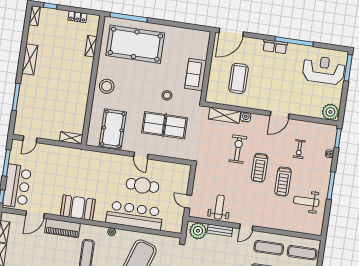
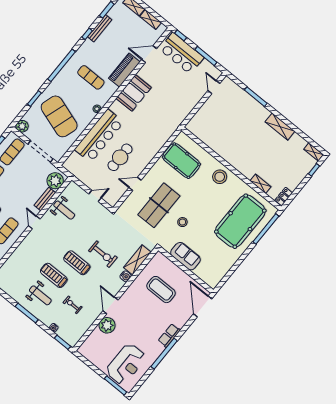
locker: (78, 17) -> (284, 197), moved
plant: (330, 112) -> (107, 325), moved
shelving: (71, 138) -> (194, 122), removed
door: (141, 155) -> (135, 184), moved
weight bench: (306, 201) -> (40, 295), moved, turned 90
door: (188, 202) -> (95, 196), moved
door: (35, 214) -> (149, 54), hinge flipped

